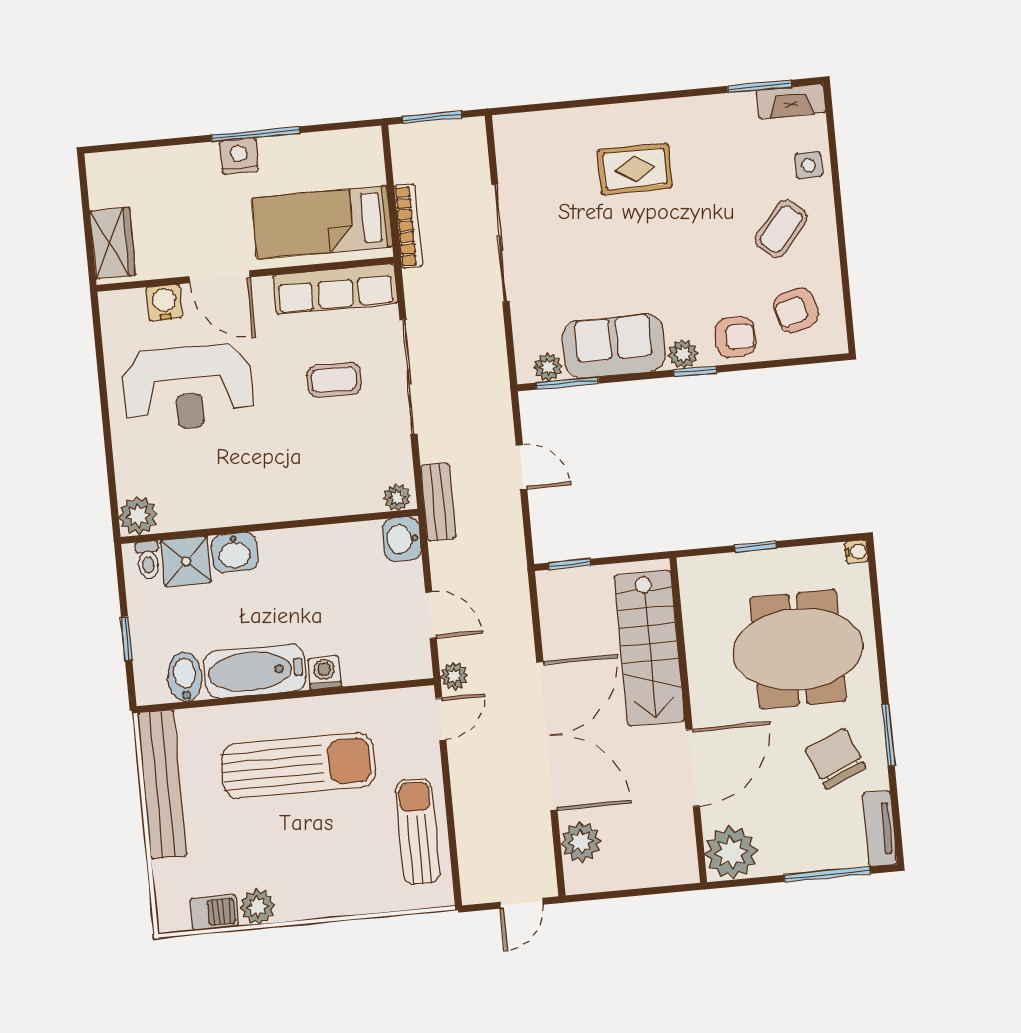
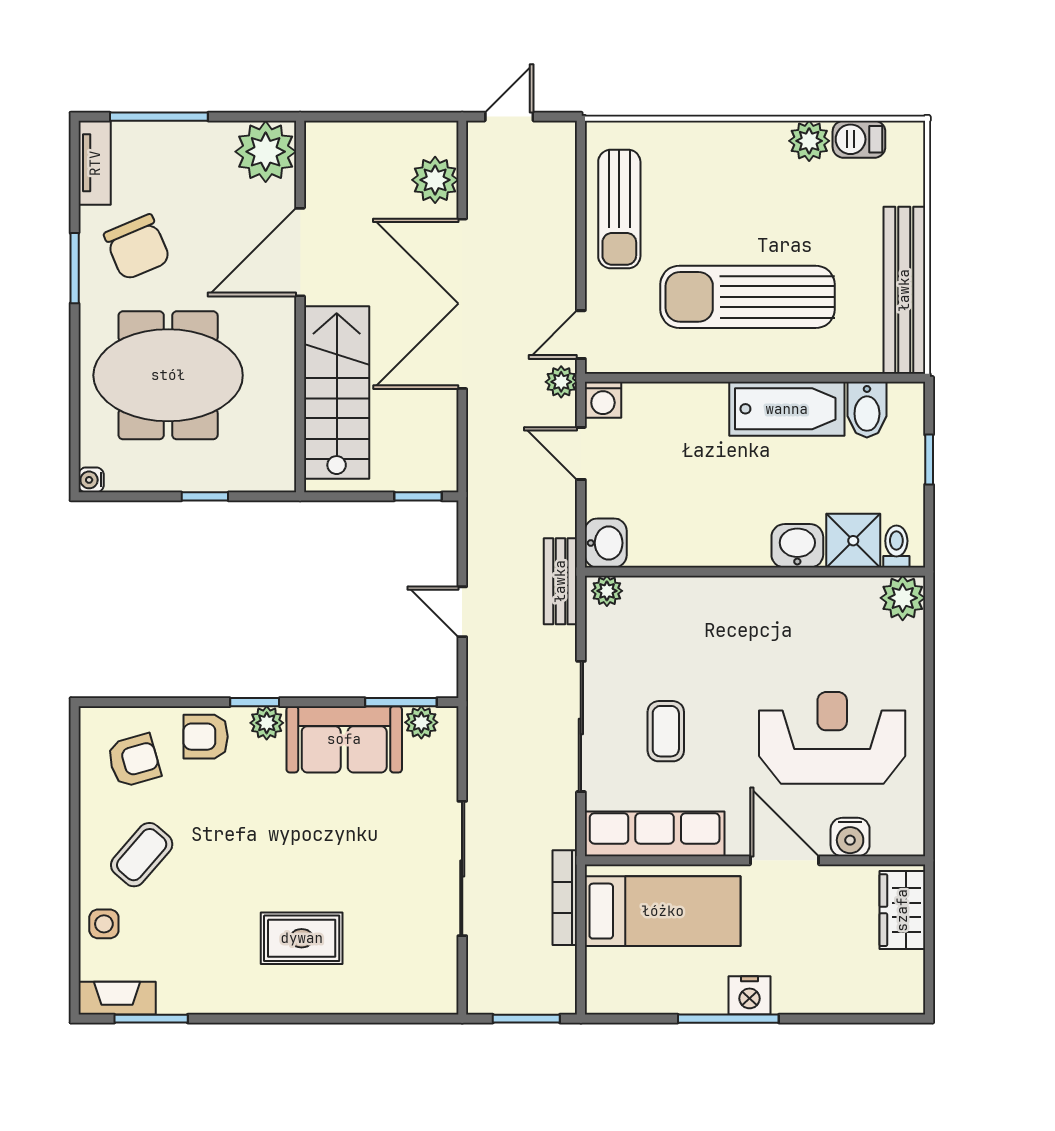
coffee table: (334, 380) -> (666, 731), turned 90
washing machine: (324, 672) -> (603, 400), moved

